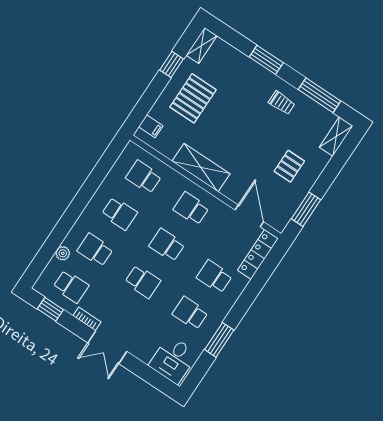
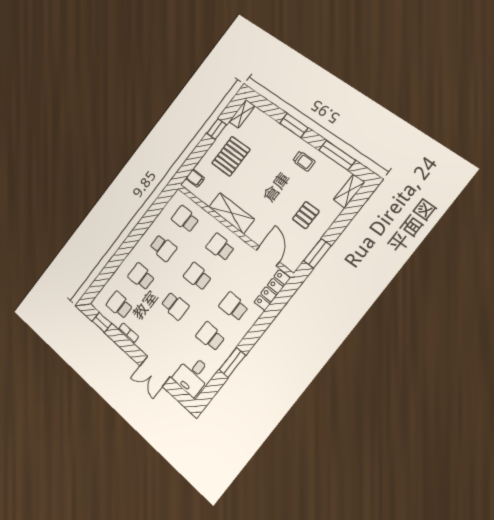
plant: (63, 253) -> (117, 277), removed
school desk: (71, 286) -> (119, 305), turned 180
double door: (107, 347) -> (155, 371), moved

